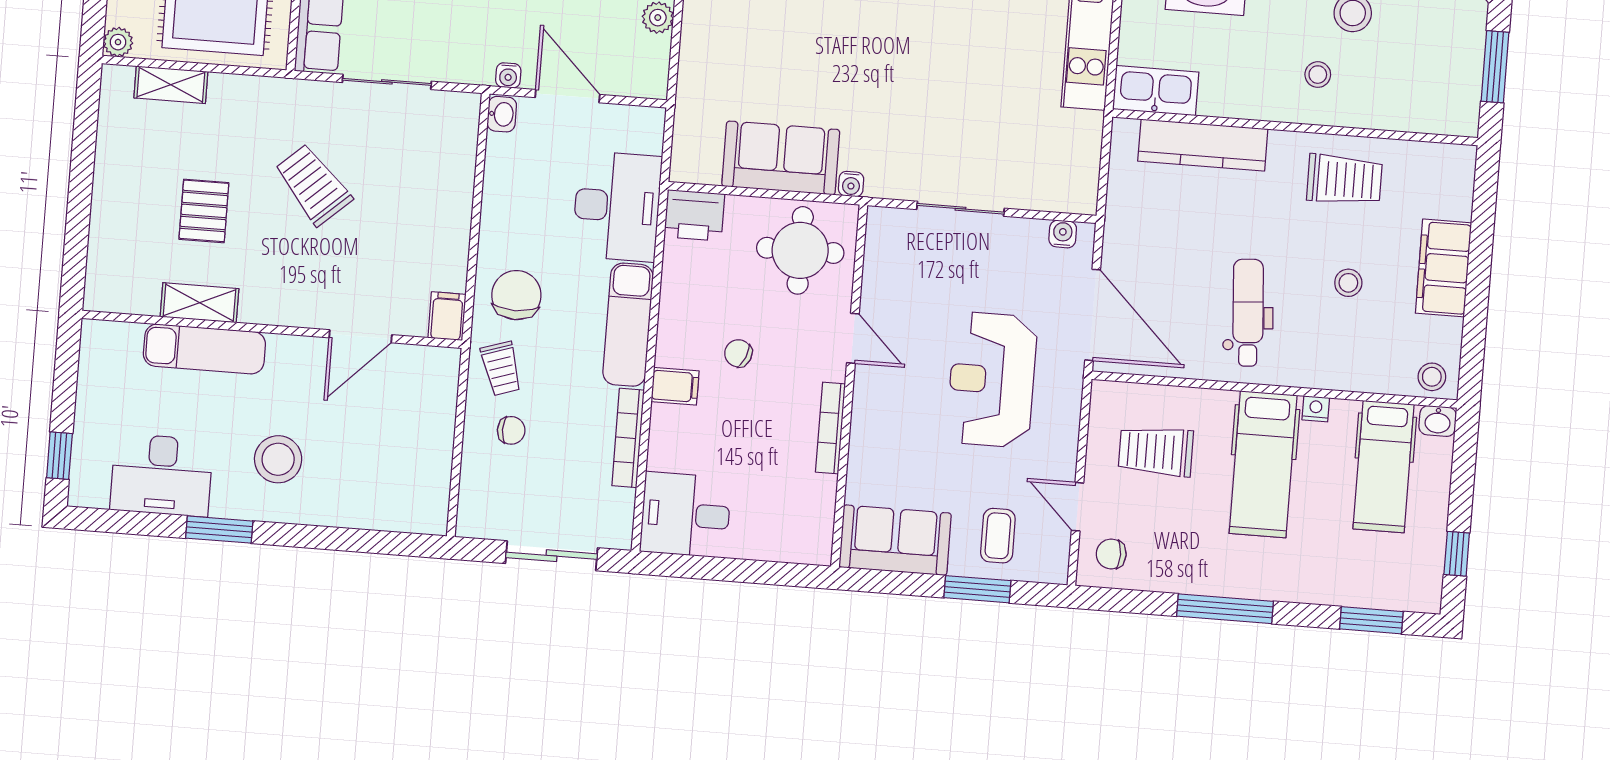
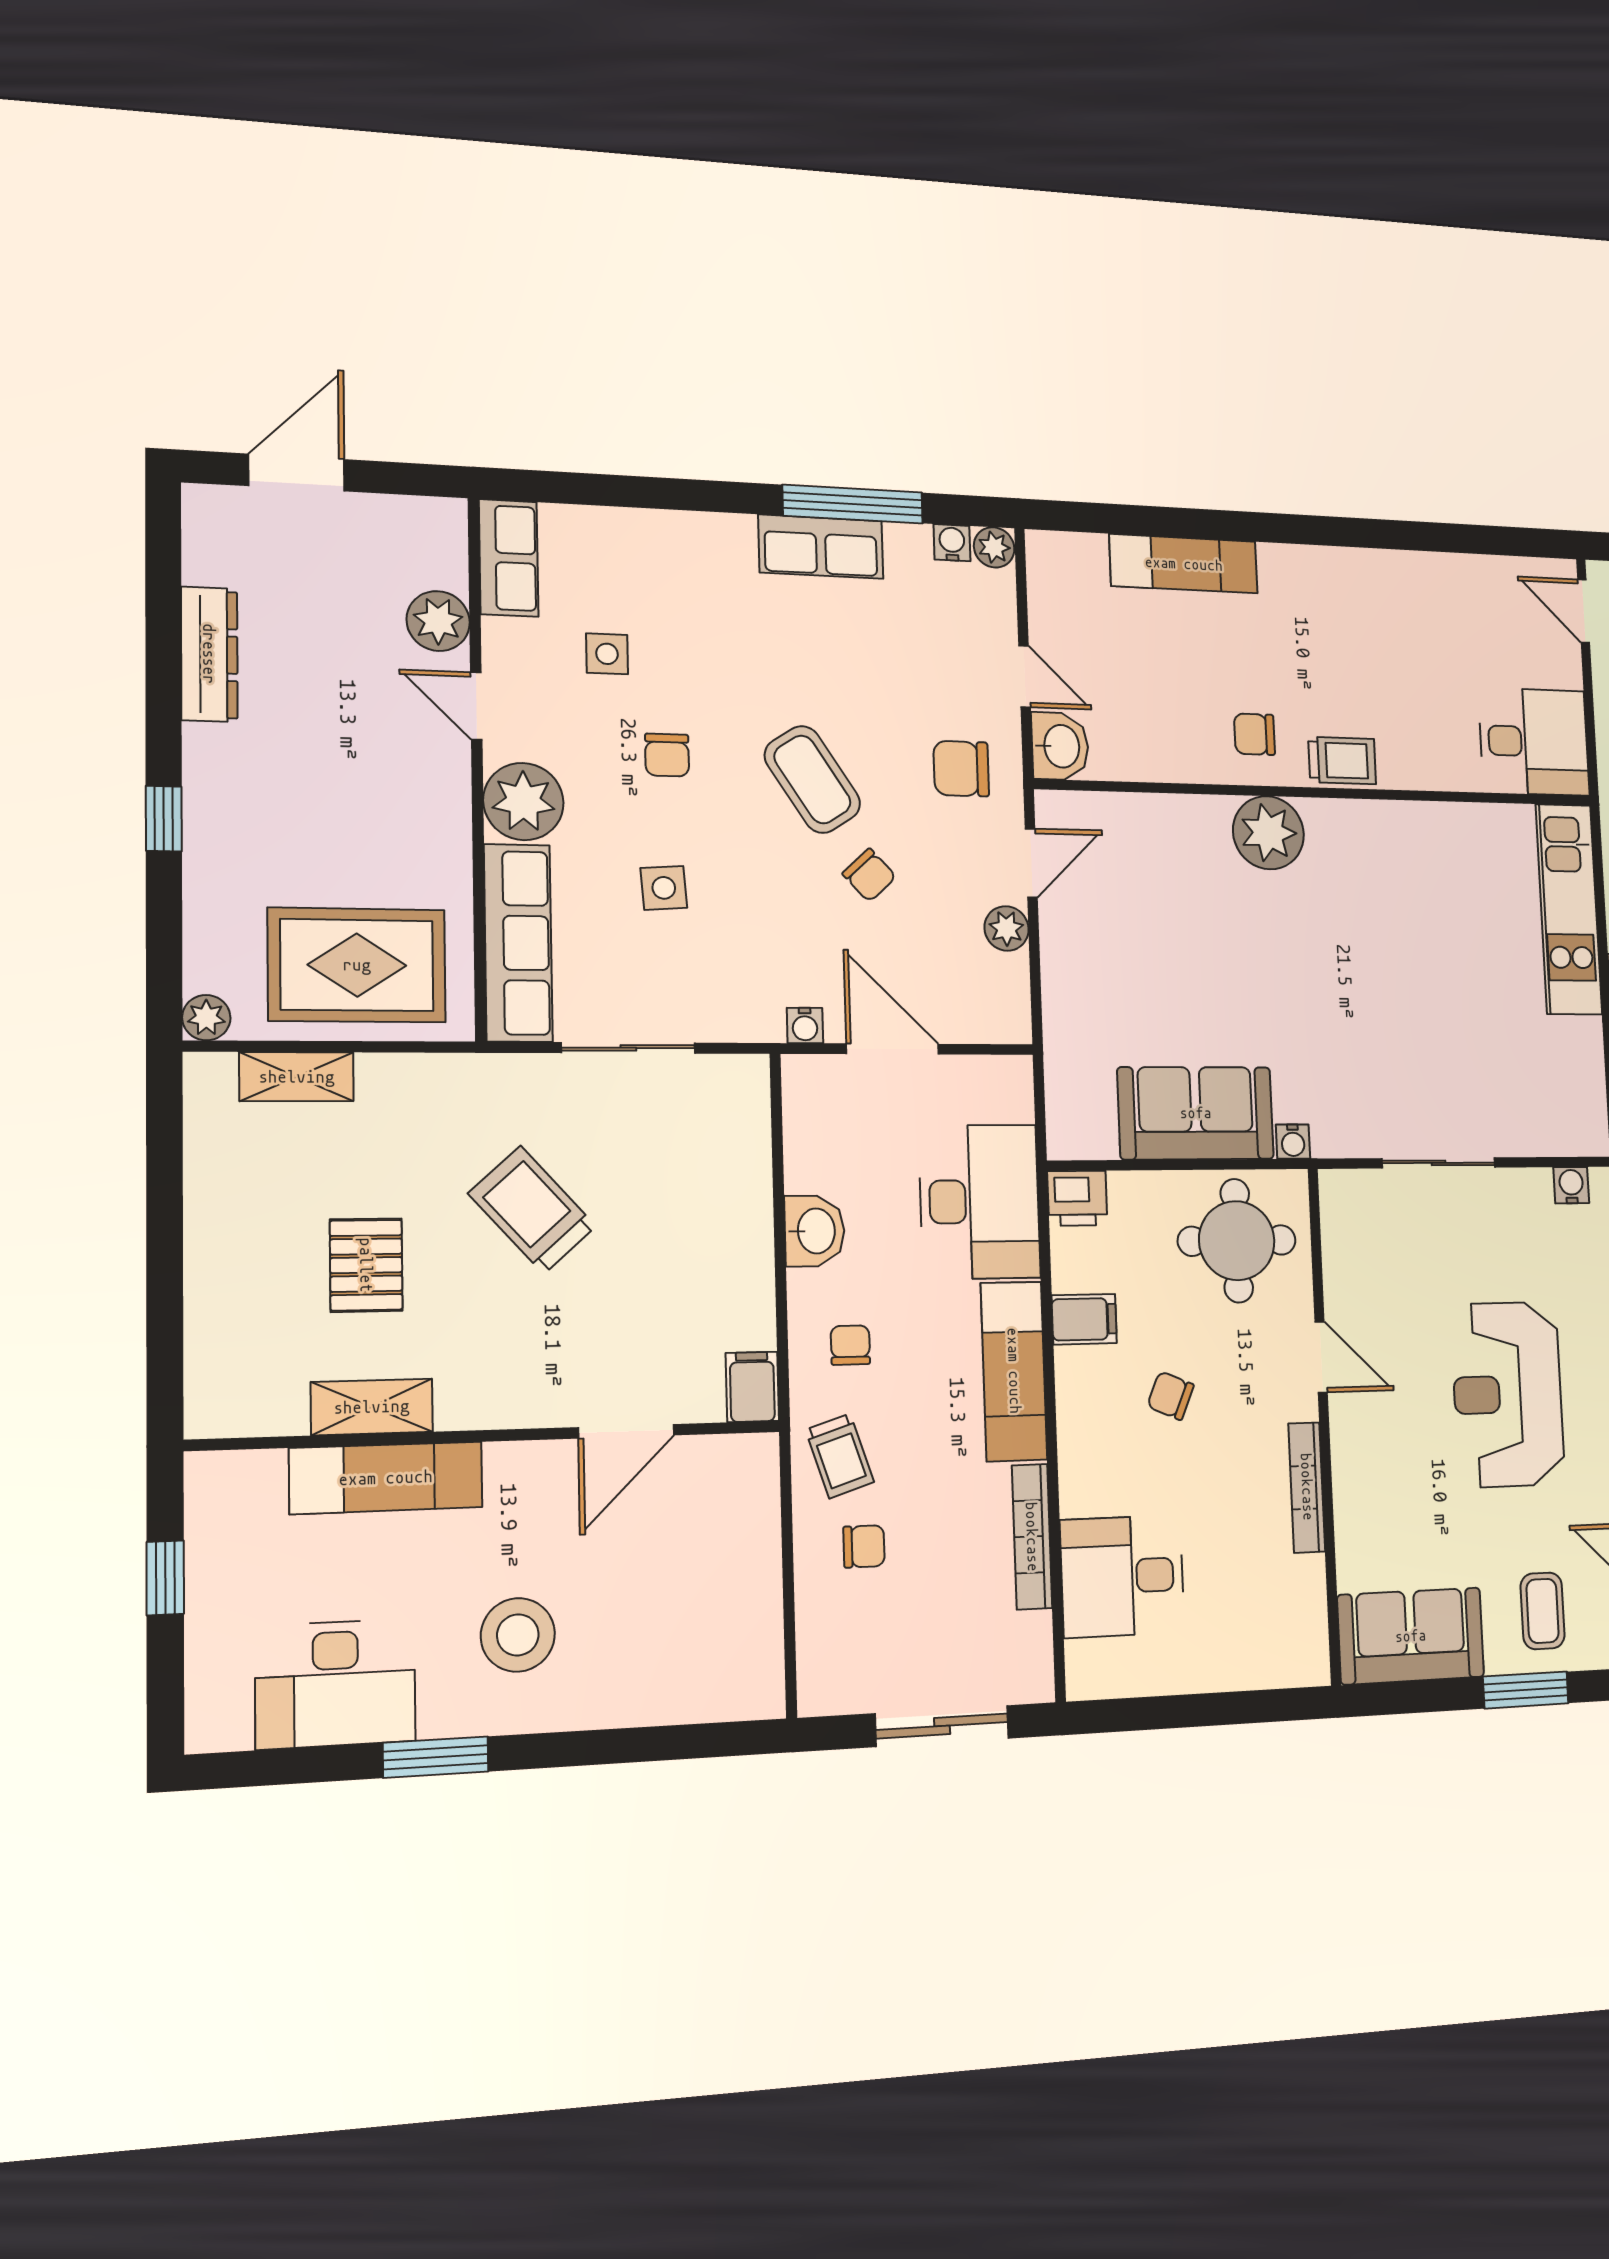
washbasin: (502, 114) -> (815, 1231), moved, width x1.38, depth x1.45
printer: (694, 215) -> (1077, 1198), width x0.73, depth x0.81
chair: (516, 295) -> (850, 1345), width x0.54, depth x0.54
filing cabinet: (675, 386) -> (1084, 1319), moved
window: (59, 456) -> (165, 1578), moved
desk: (686, 515) -> (1122, 1576), moved

